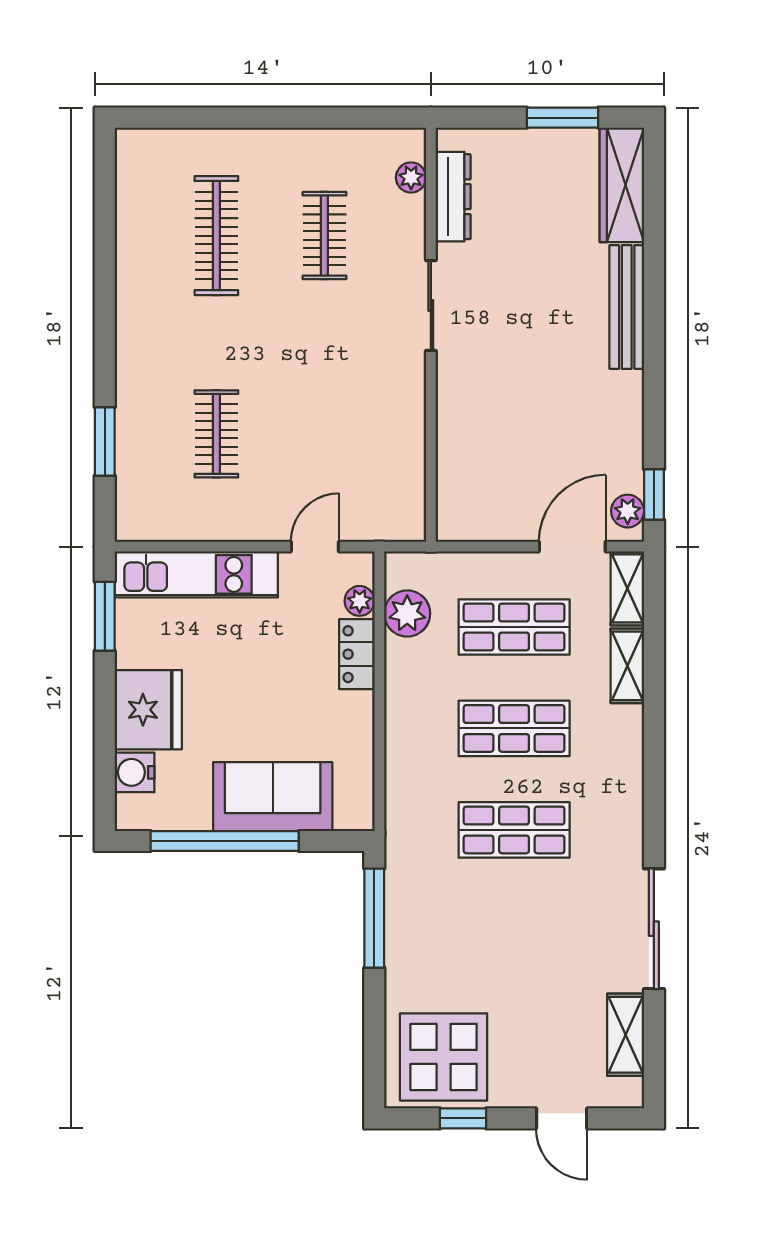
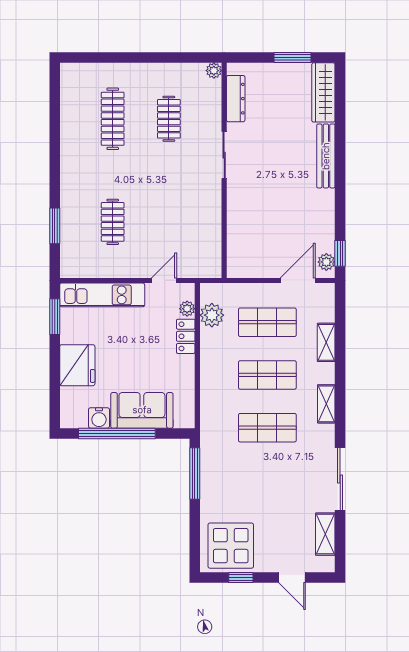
plant: (411, 177) -> (214, 71), moved
shelving: (627, 588) -> (326, 404), moved
water cooler: (135, 772) -> (99, 418), moved, turned -90

